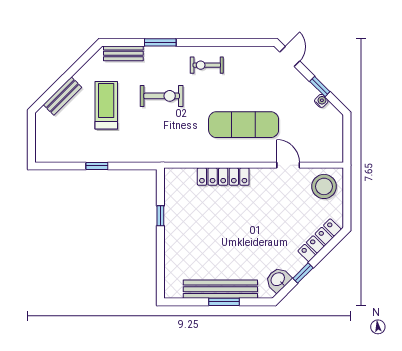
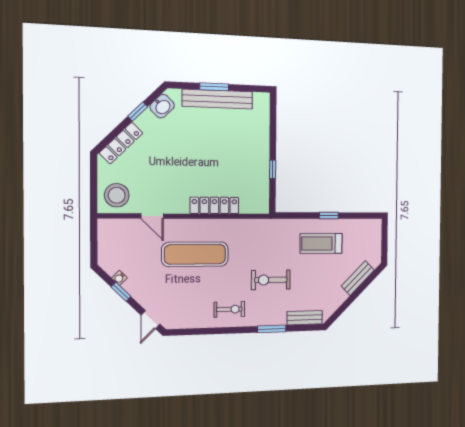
treadmill: (106, 105) -> (321, 243), moved, turned 90

